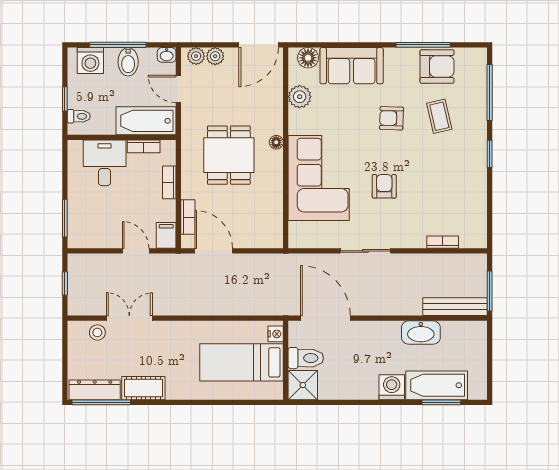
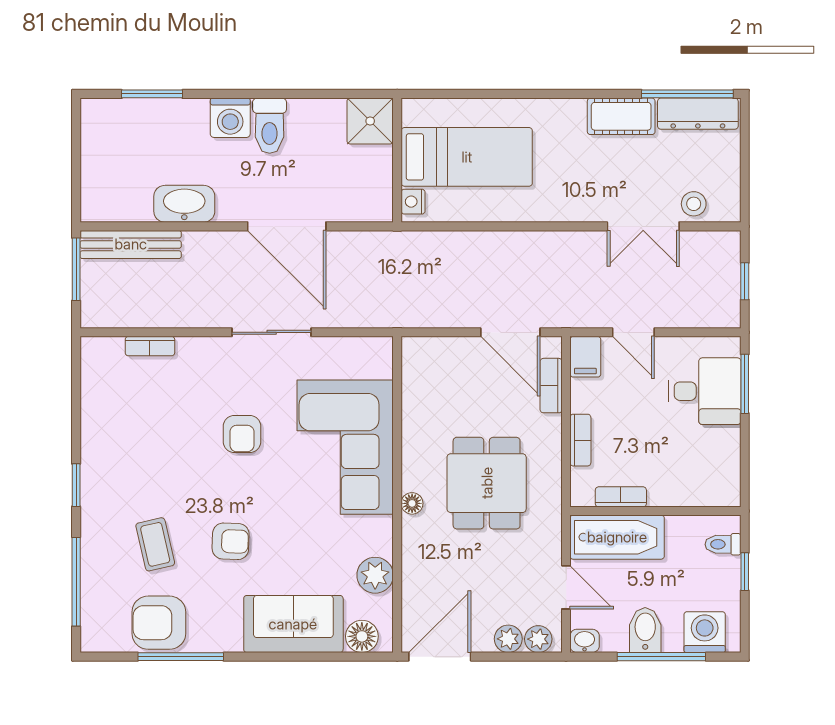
desk: (105, 163) -> (705, 391), moved, turned -90
door: (325, 318) -> (287, 226), moved
toilet: (306, 358) -> (270, 126), moved, turned -90
bathtub: (437, 385) -> (159, 121), removed

